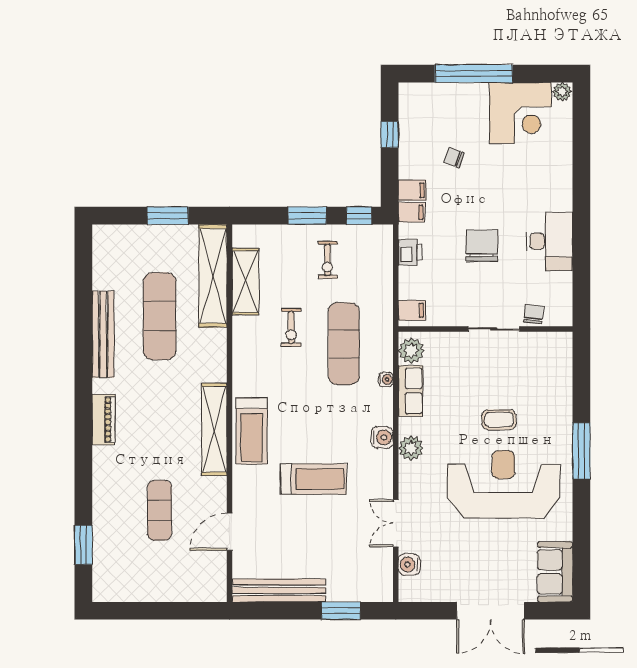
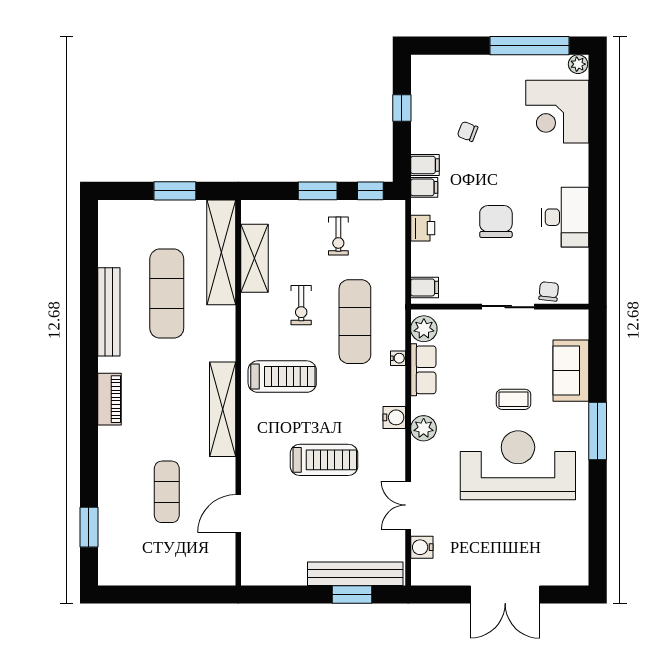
window: (474, 74) -> (530, 46), moved
corner desk: (520, 113) -> (557, 112), moved, turned 90
treadmill: (252, 431) -> (282, 377), moved, turned -90
sofa: (555, 572) -> (571, 371), moved
bench: (279, 590) -> (355, 574), moved

